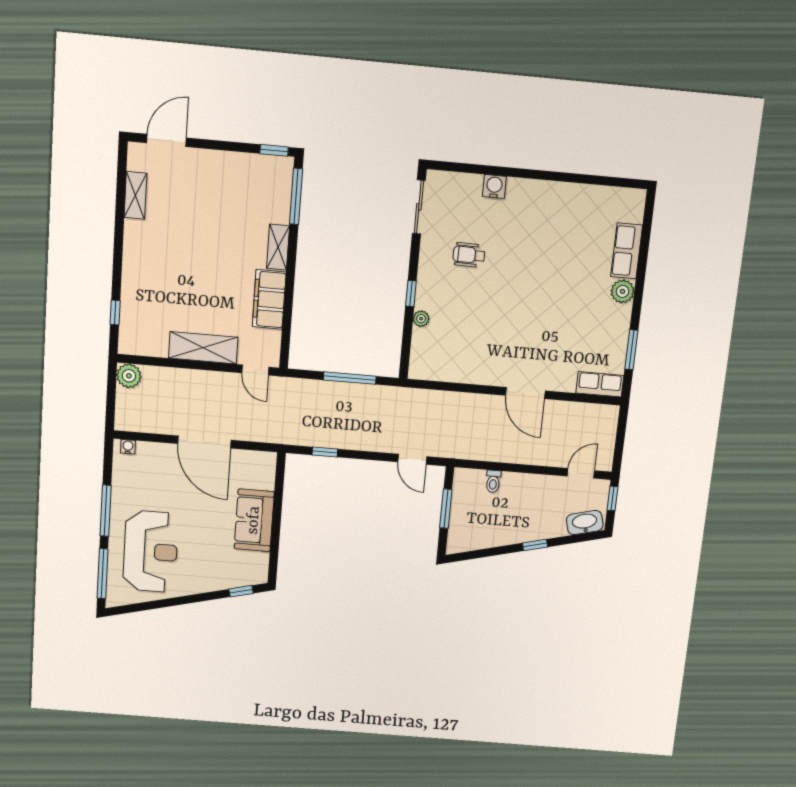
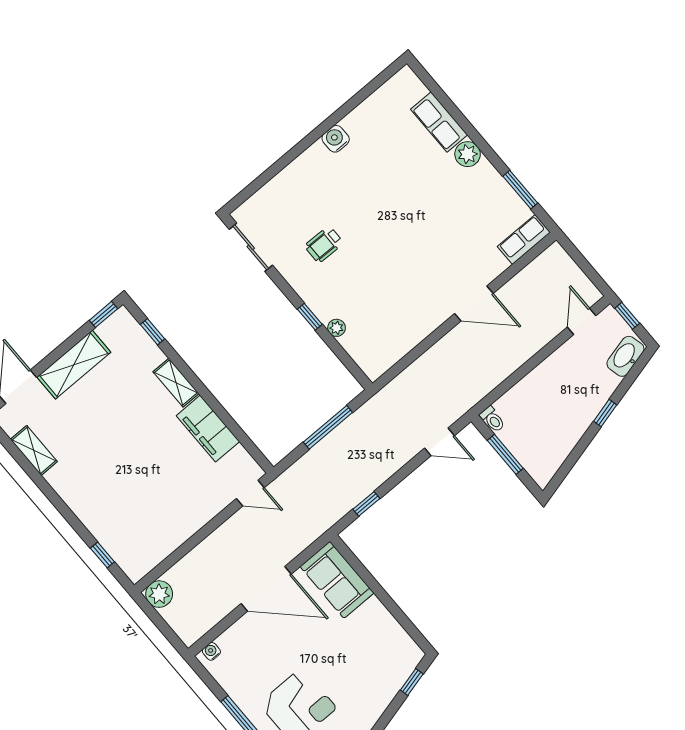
water cooler: (494, 186) -> (336, 139), moved
window: (296, 196) -> (153, 332), width x0.46
shelving: (203, 348) -> (74, 365), moved
toilet: (493, 481) -> (493, 419), moved
sofa: (254, 520) -> (337, 580), moved

